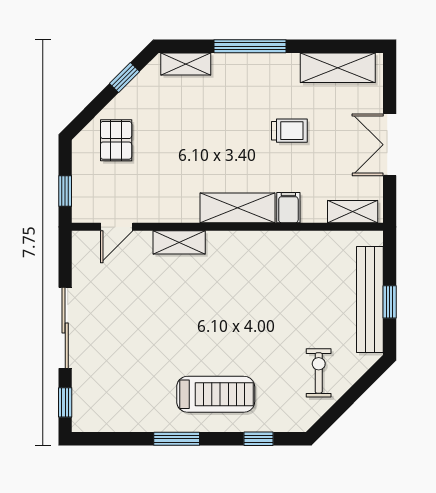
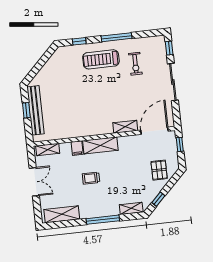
trolley: (289, 131) -> (91, 178), moved
door: (117, 227) -> (154, 131), width x1.87
exercise bike: (319, 373) -> (135, 64), moved
window: (177, 439) -> (117, 37), width x1.44

